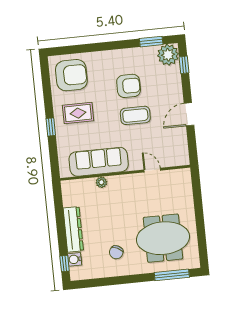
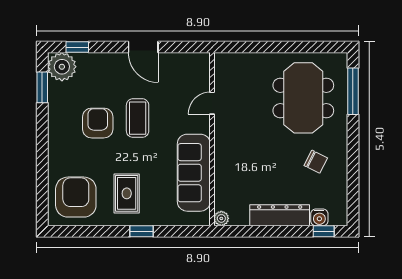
plant: (101, 182) -> (221, 218), moved

